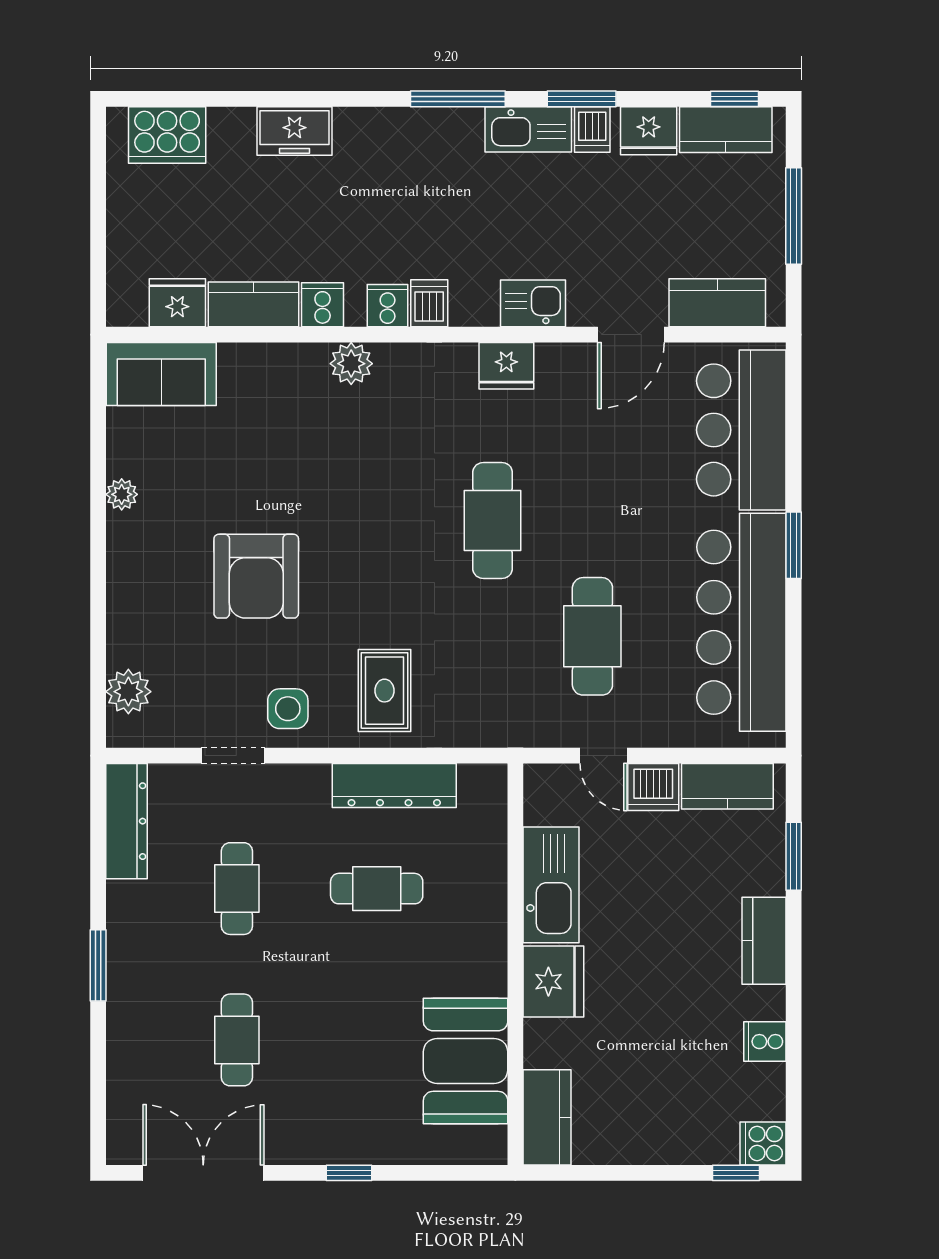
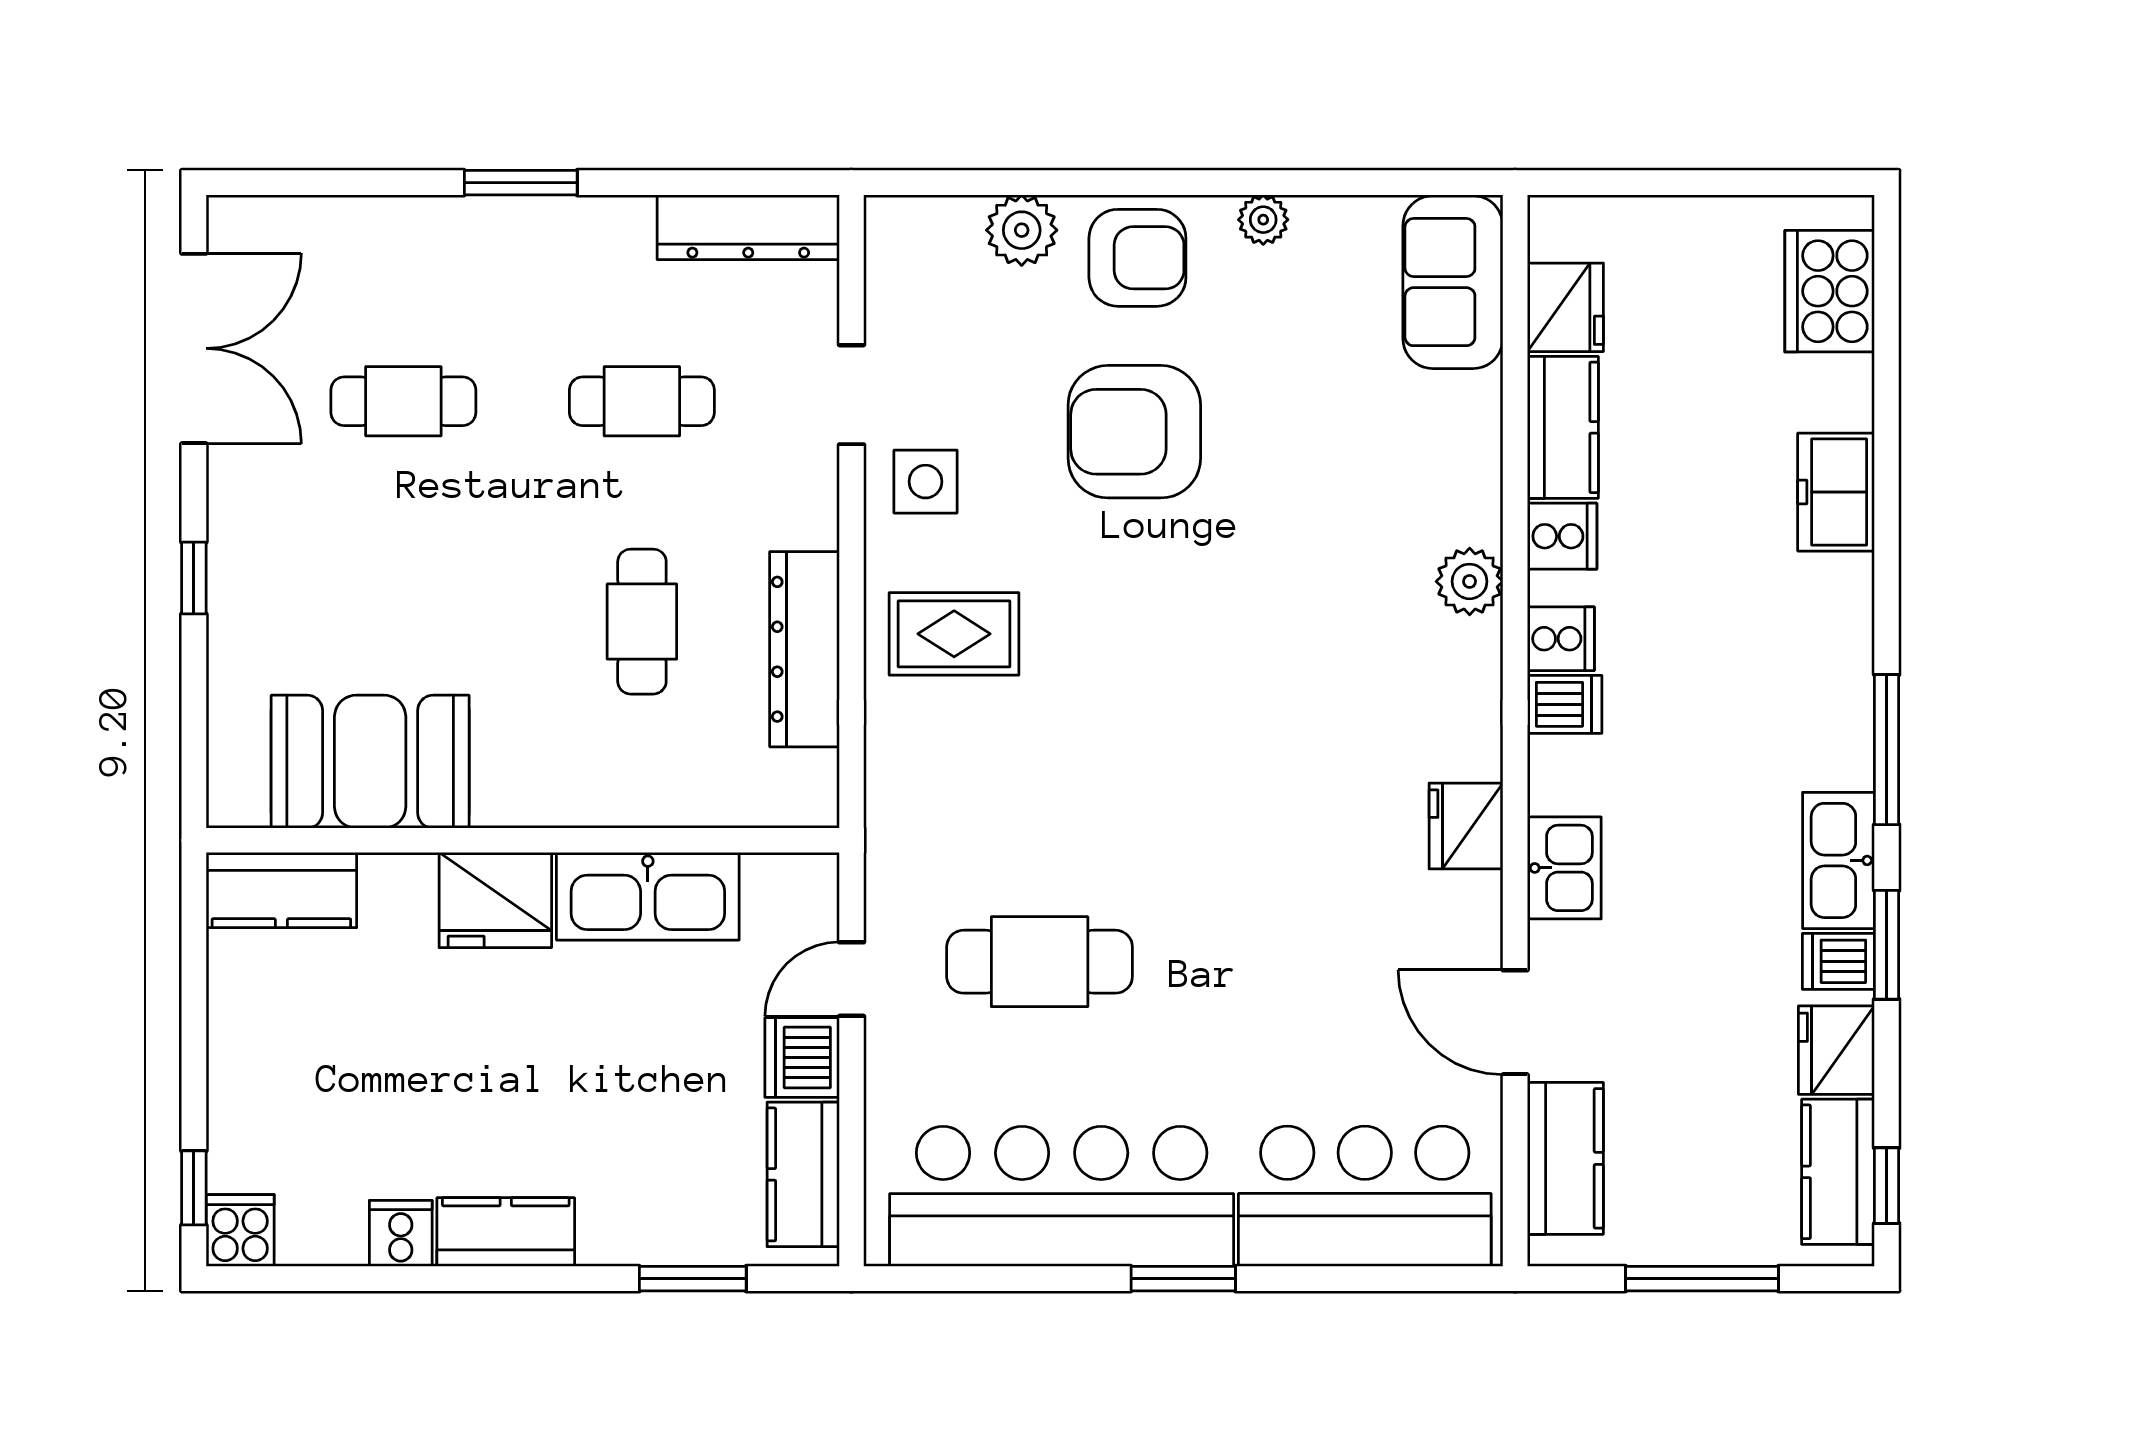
cafe table: (493, 521) -> (1222, 804), removed
armchair: (146, 574) -> (1137, 258), added
plant: (128, 692) -> (1022, 230), moved
kitchen counter: (764, 941) -> (506, 1232), moved

